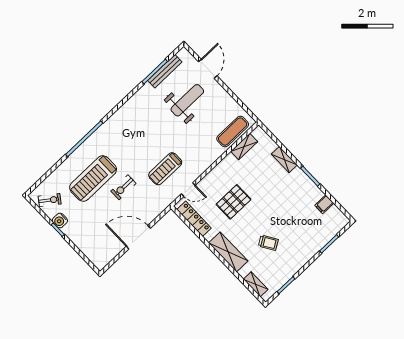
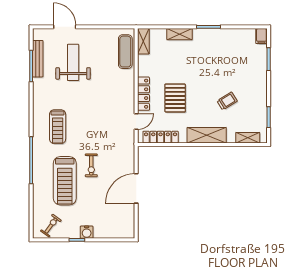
shelving: (244, 146) -> (143, 41), moved
treadmill: (165, 169) -> (58, 127), moved
locker: (214, 175) -> (143, 94), added
filing cabinet: (324, 204) -> (261, 36), moved
water cooler: (60, 221) -> (87, 232), moved

